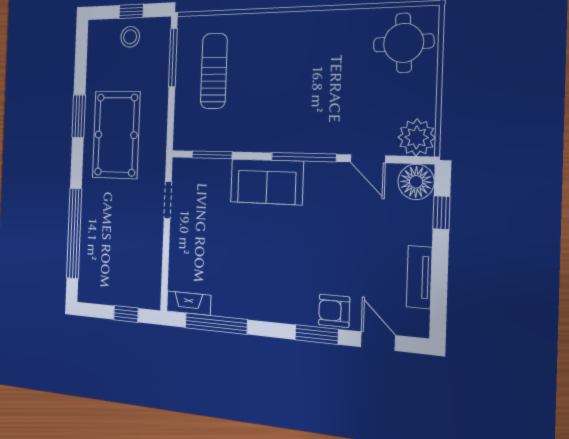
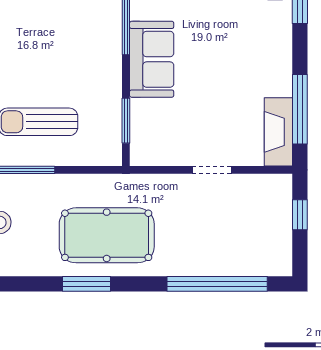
doorway: (168, 200) -> (212, 170), moved
fireplace: (189, 303) -> (278, 132), width x1.37, depth x1.32

